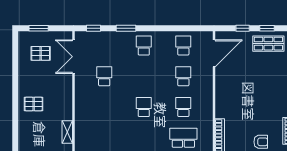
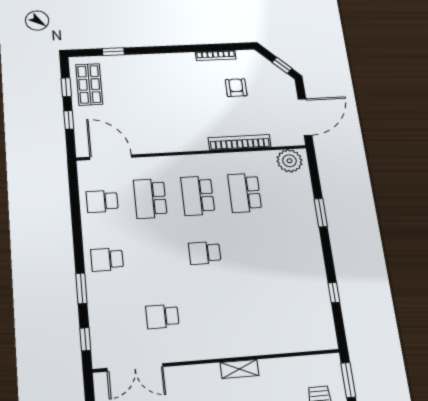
school desk: (183, 76) -> (150, 198), width x1.85
school desk: (183, 107) -> (198, 196), width x1.85
shelving: (67, 132) -> (239, 369), moved

